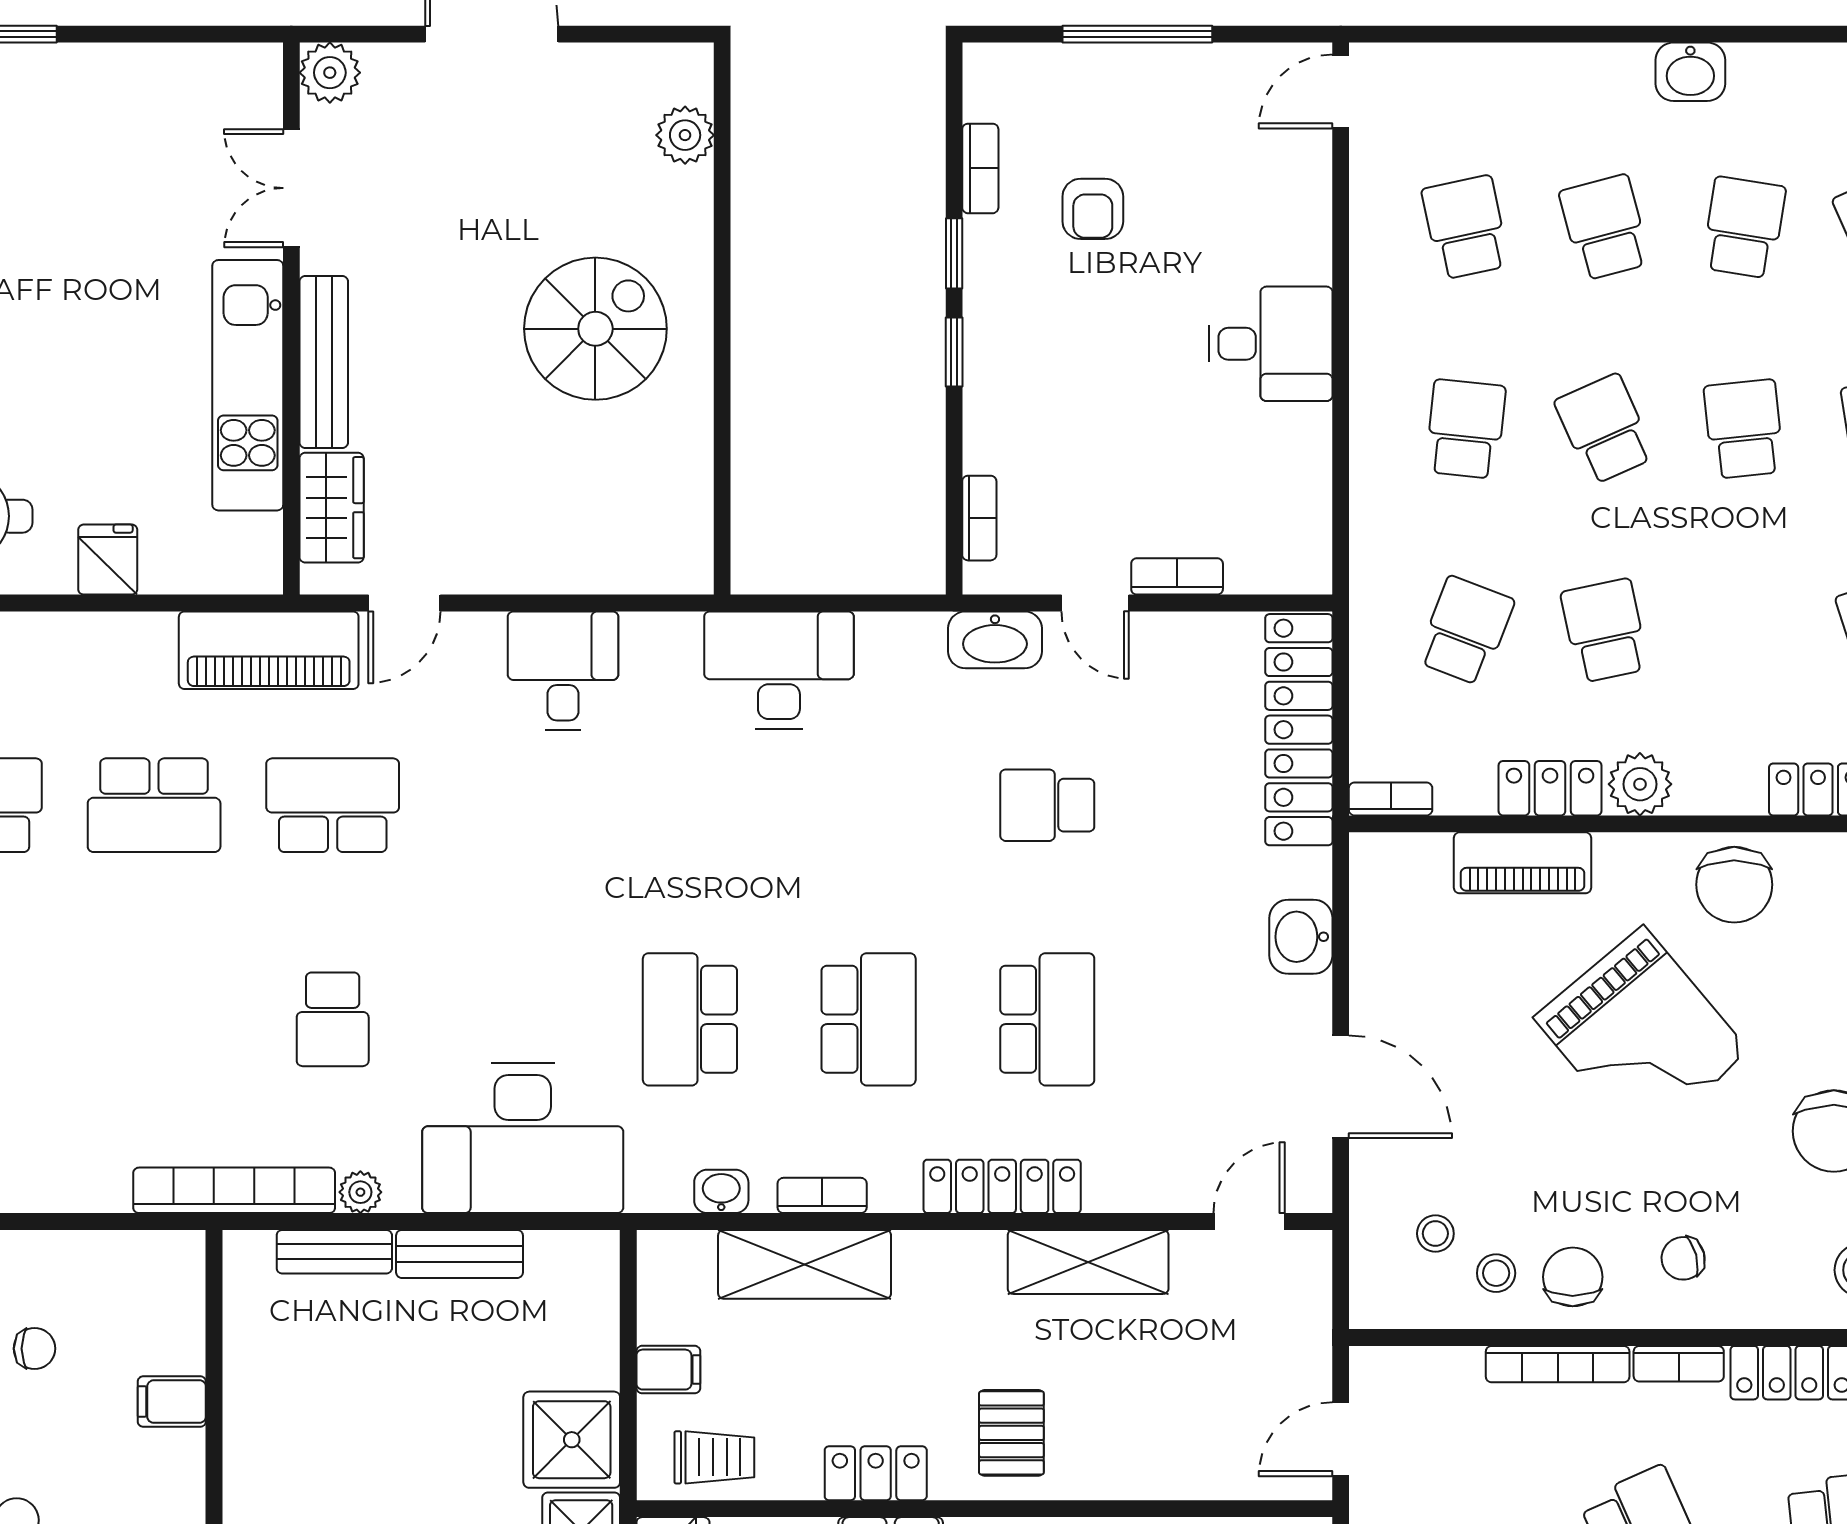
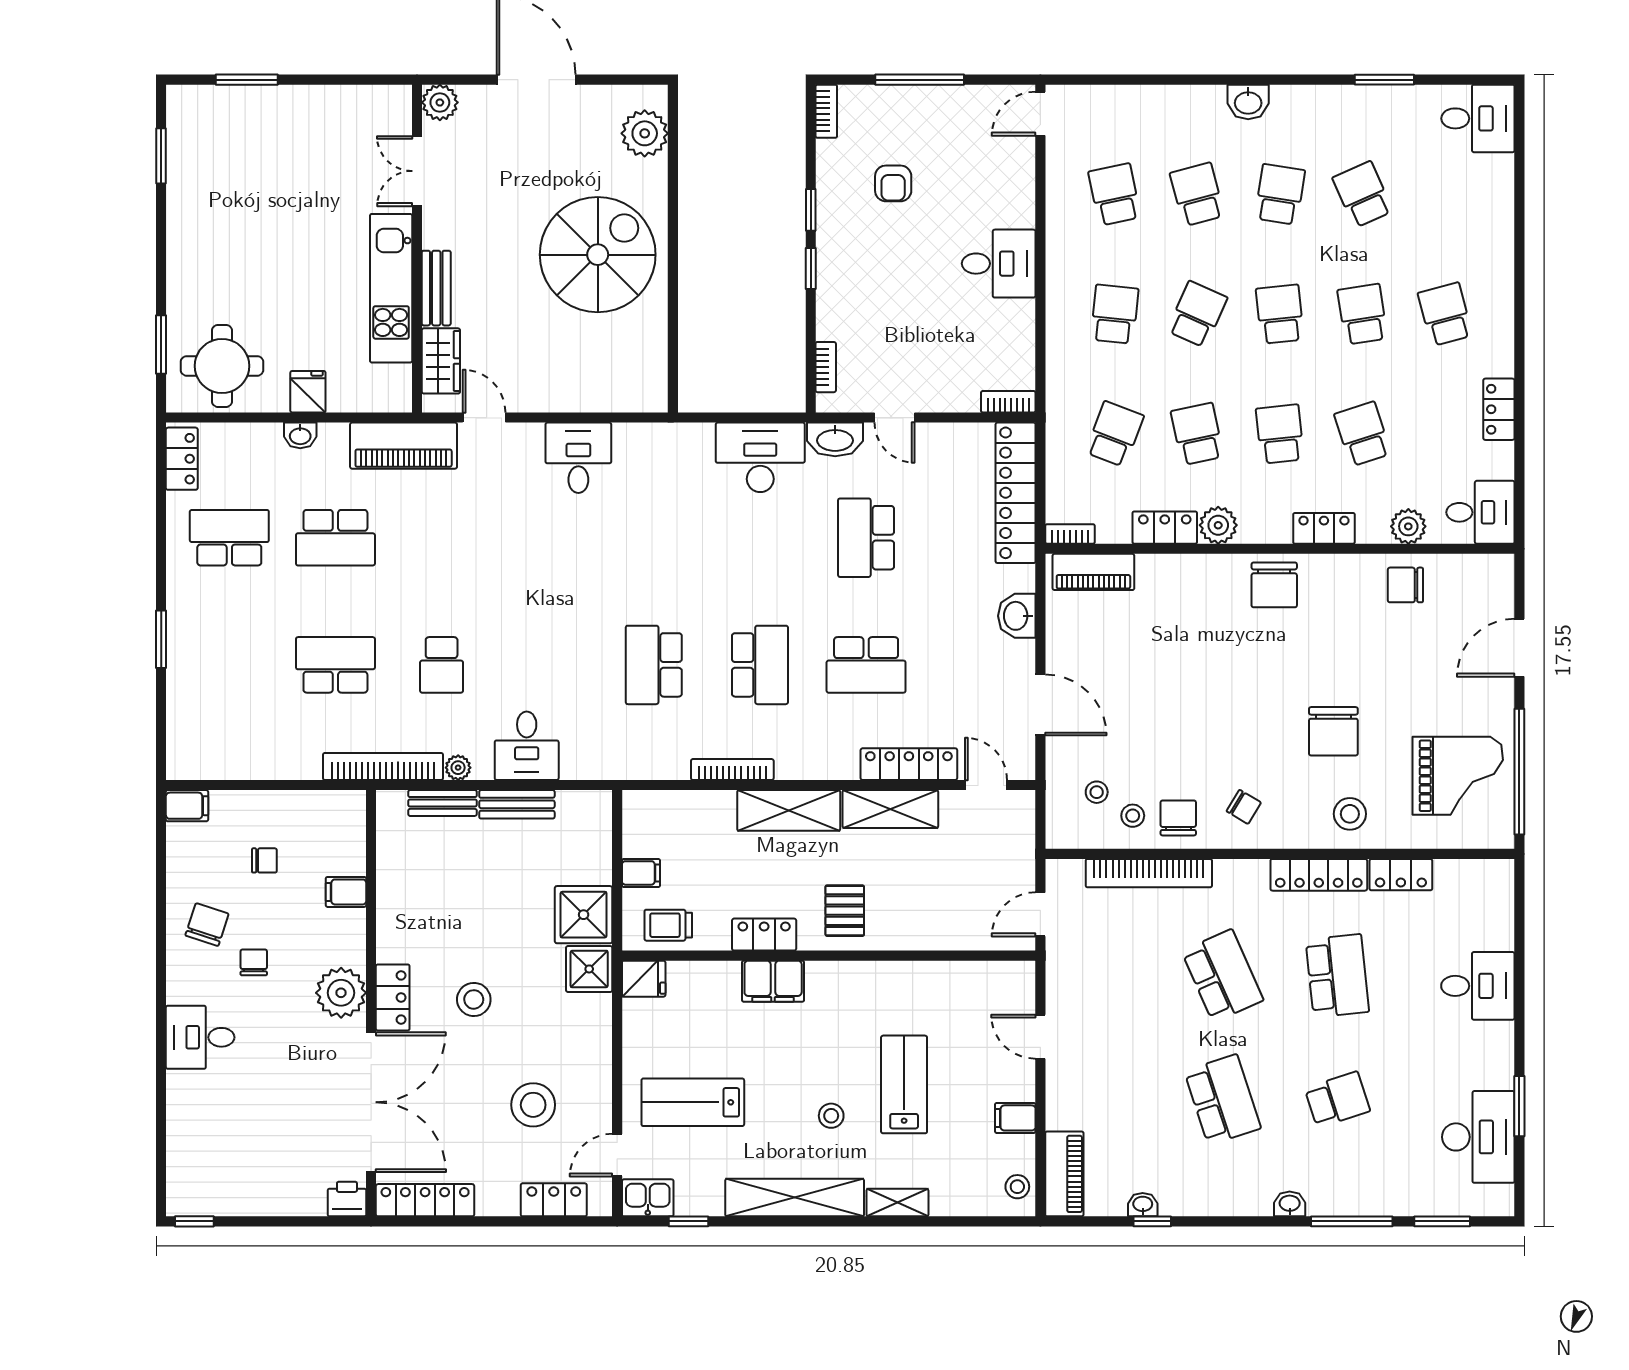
plant: (685, 135) -> (645, 133), width x1.36, depth x1.36
bookcase: (980, 168) -> (826, 111), moved
spiral stairs: (595, 329) -> (598, 255), width x1.37, depth x1.37
bench: (324, 362) -> (436, 288), width x0.73
school desk: (1605, 429) -> (1197, 314), turned 48
bookcase: (1177, 576) -> (1008, 402), moved
door: (404, 603) -> (484, 418), swing flipped
school desk: (1744, 631) -> (1280, 434), added
desk: (779, 670) -> (760, 457), moved
school desk: (333, 805) -> (335, 665), moved
school desk: (1047, 805) -> (866, 538), width x1.85
piano: (1523, 863) -> (1093, 572), moved
school desk: (1047, 1019) -> (866, 665), turned 90
grand piano: (1642, 1035) -> (1219, 674), removed
desk: (523, 1138) -> (527, 746), width x0.53, depth x0.77
locker: (1002, 1186) -> (909, 764), moved
washbasin: (721, 1191) -> (300, 435), moved, turned 180
bookcase: (822, 1195) -> (732, 770), width x1.56
door: (1249, 1222) -> (986, 785), hinge flipped
chair: (1683, 1258) -> (1244, 807), turned -134
shelving: (805, 1264) -> (789, 810), moved
bookcase: (1558, 1364) -> (1149, 873), width x1.48, depth x1.31
bookcase: (1679, 1364) -> (1241, 870), removed
trolley: (714, 1457) -> (668, 925), turned 180

